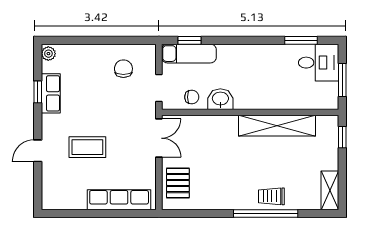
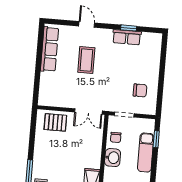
plant: (48, 54) -> (155, 38), removed
exam couch: (189, 54) -> (146, 153), moved
row of seats: (119, 200) -> (50, 49), moved

